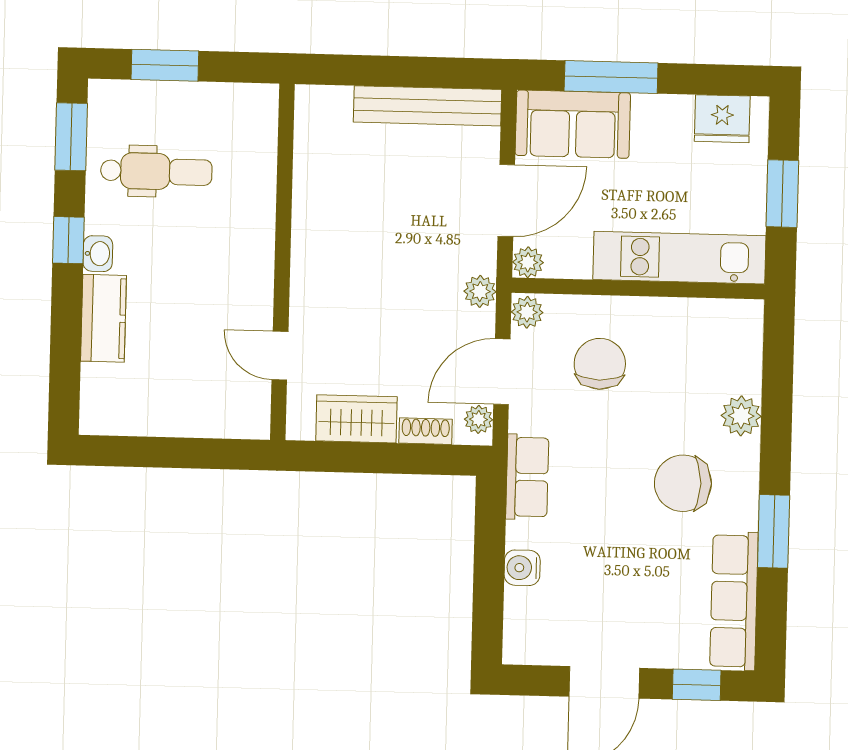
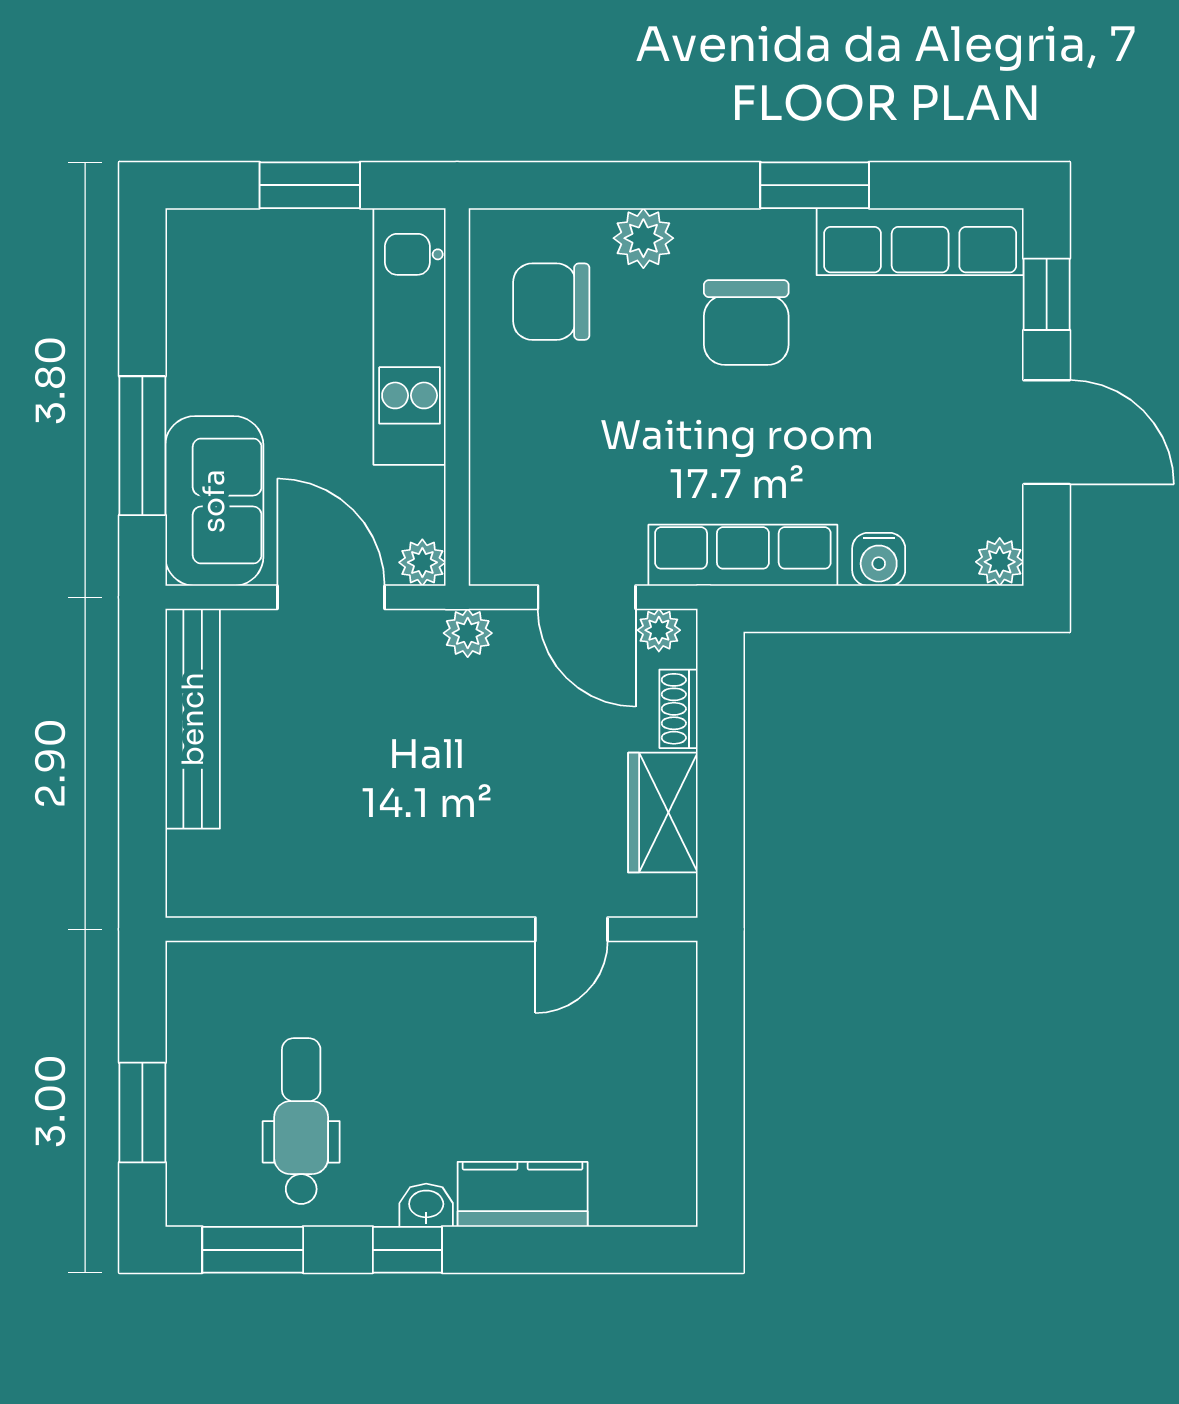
fridge: (722, 119) -> (200, 278), removed
plant: (527, 312) -> (1000, 562), moved
chair: (600, 364) -> (551, 302), moved
row of seats: (527, 477) -> (743, 555), width x1.48

